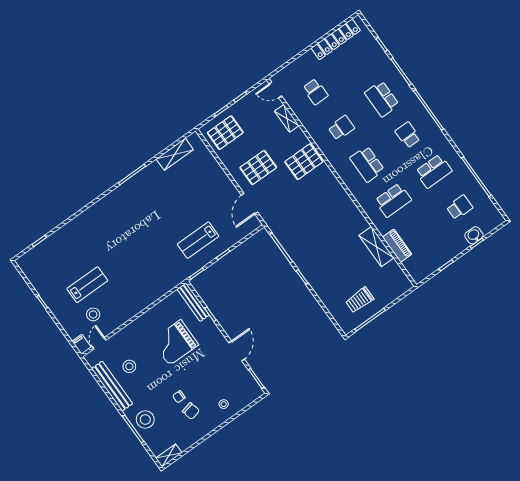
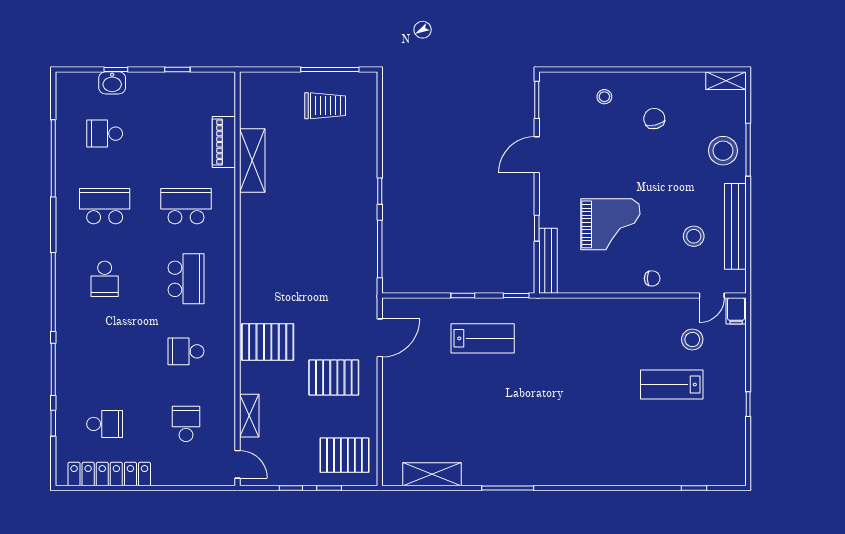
school desk: (382, 99) -> (105, 424), moved, width x0.54
chair: (179, 397) -> (652, 278), moved

